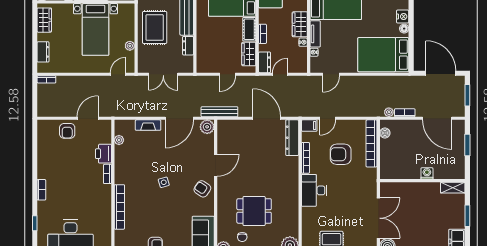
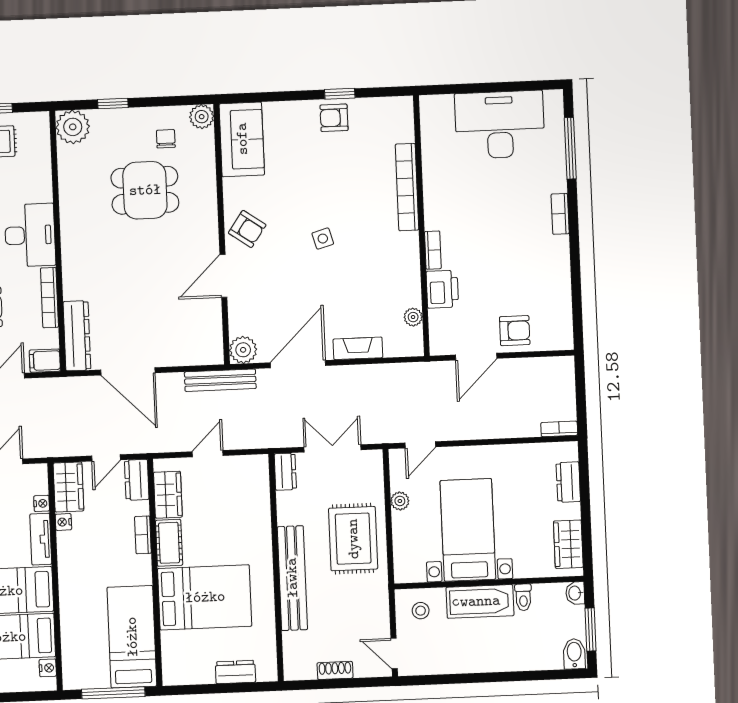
wardrobe: (300, 24) -> (68, 487), moved
dresser: (188, 46) -> (285, 472), moved
armchair: (67, 131) -> (515, 331), turned 90
window: (35, 223) -> (570, 148), width x2.17

